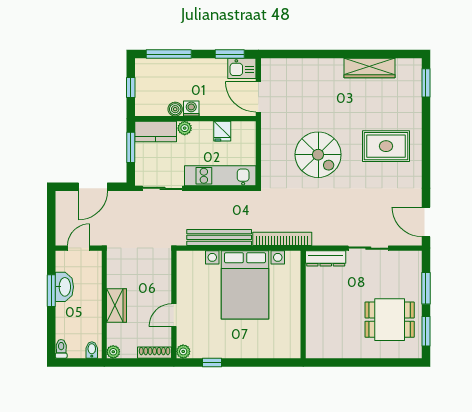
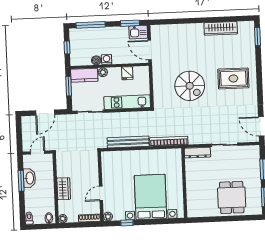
bed with nightstands: (245, 285) -> (151, 197), moved, turned 180
dining table: (390, 320) -> (232, 197), moved, turned 90

